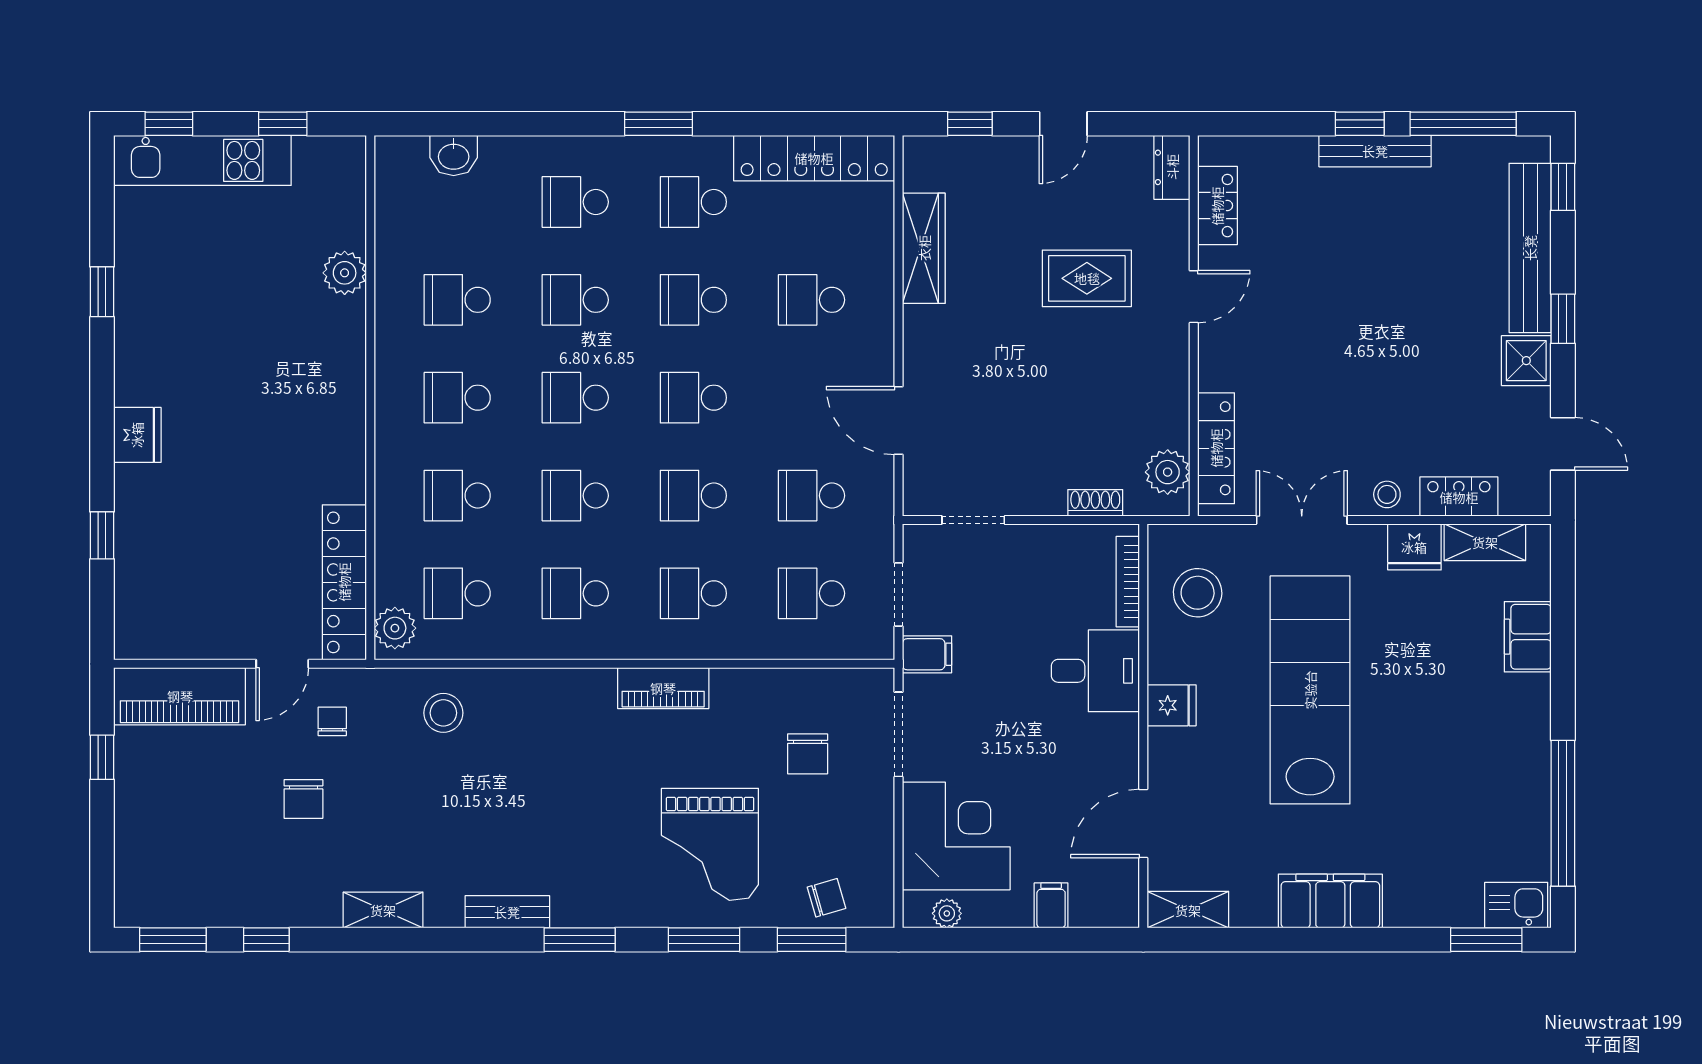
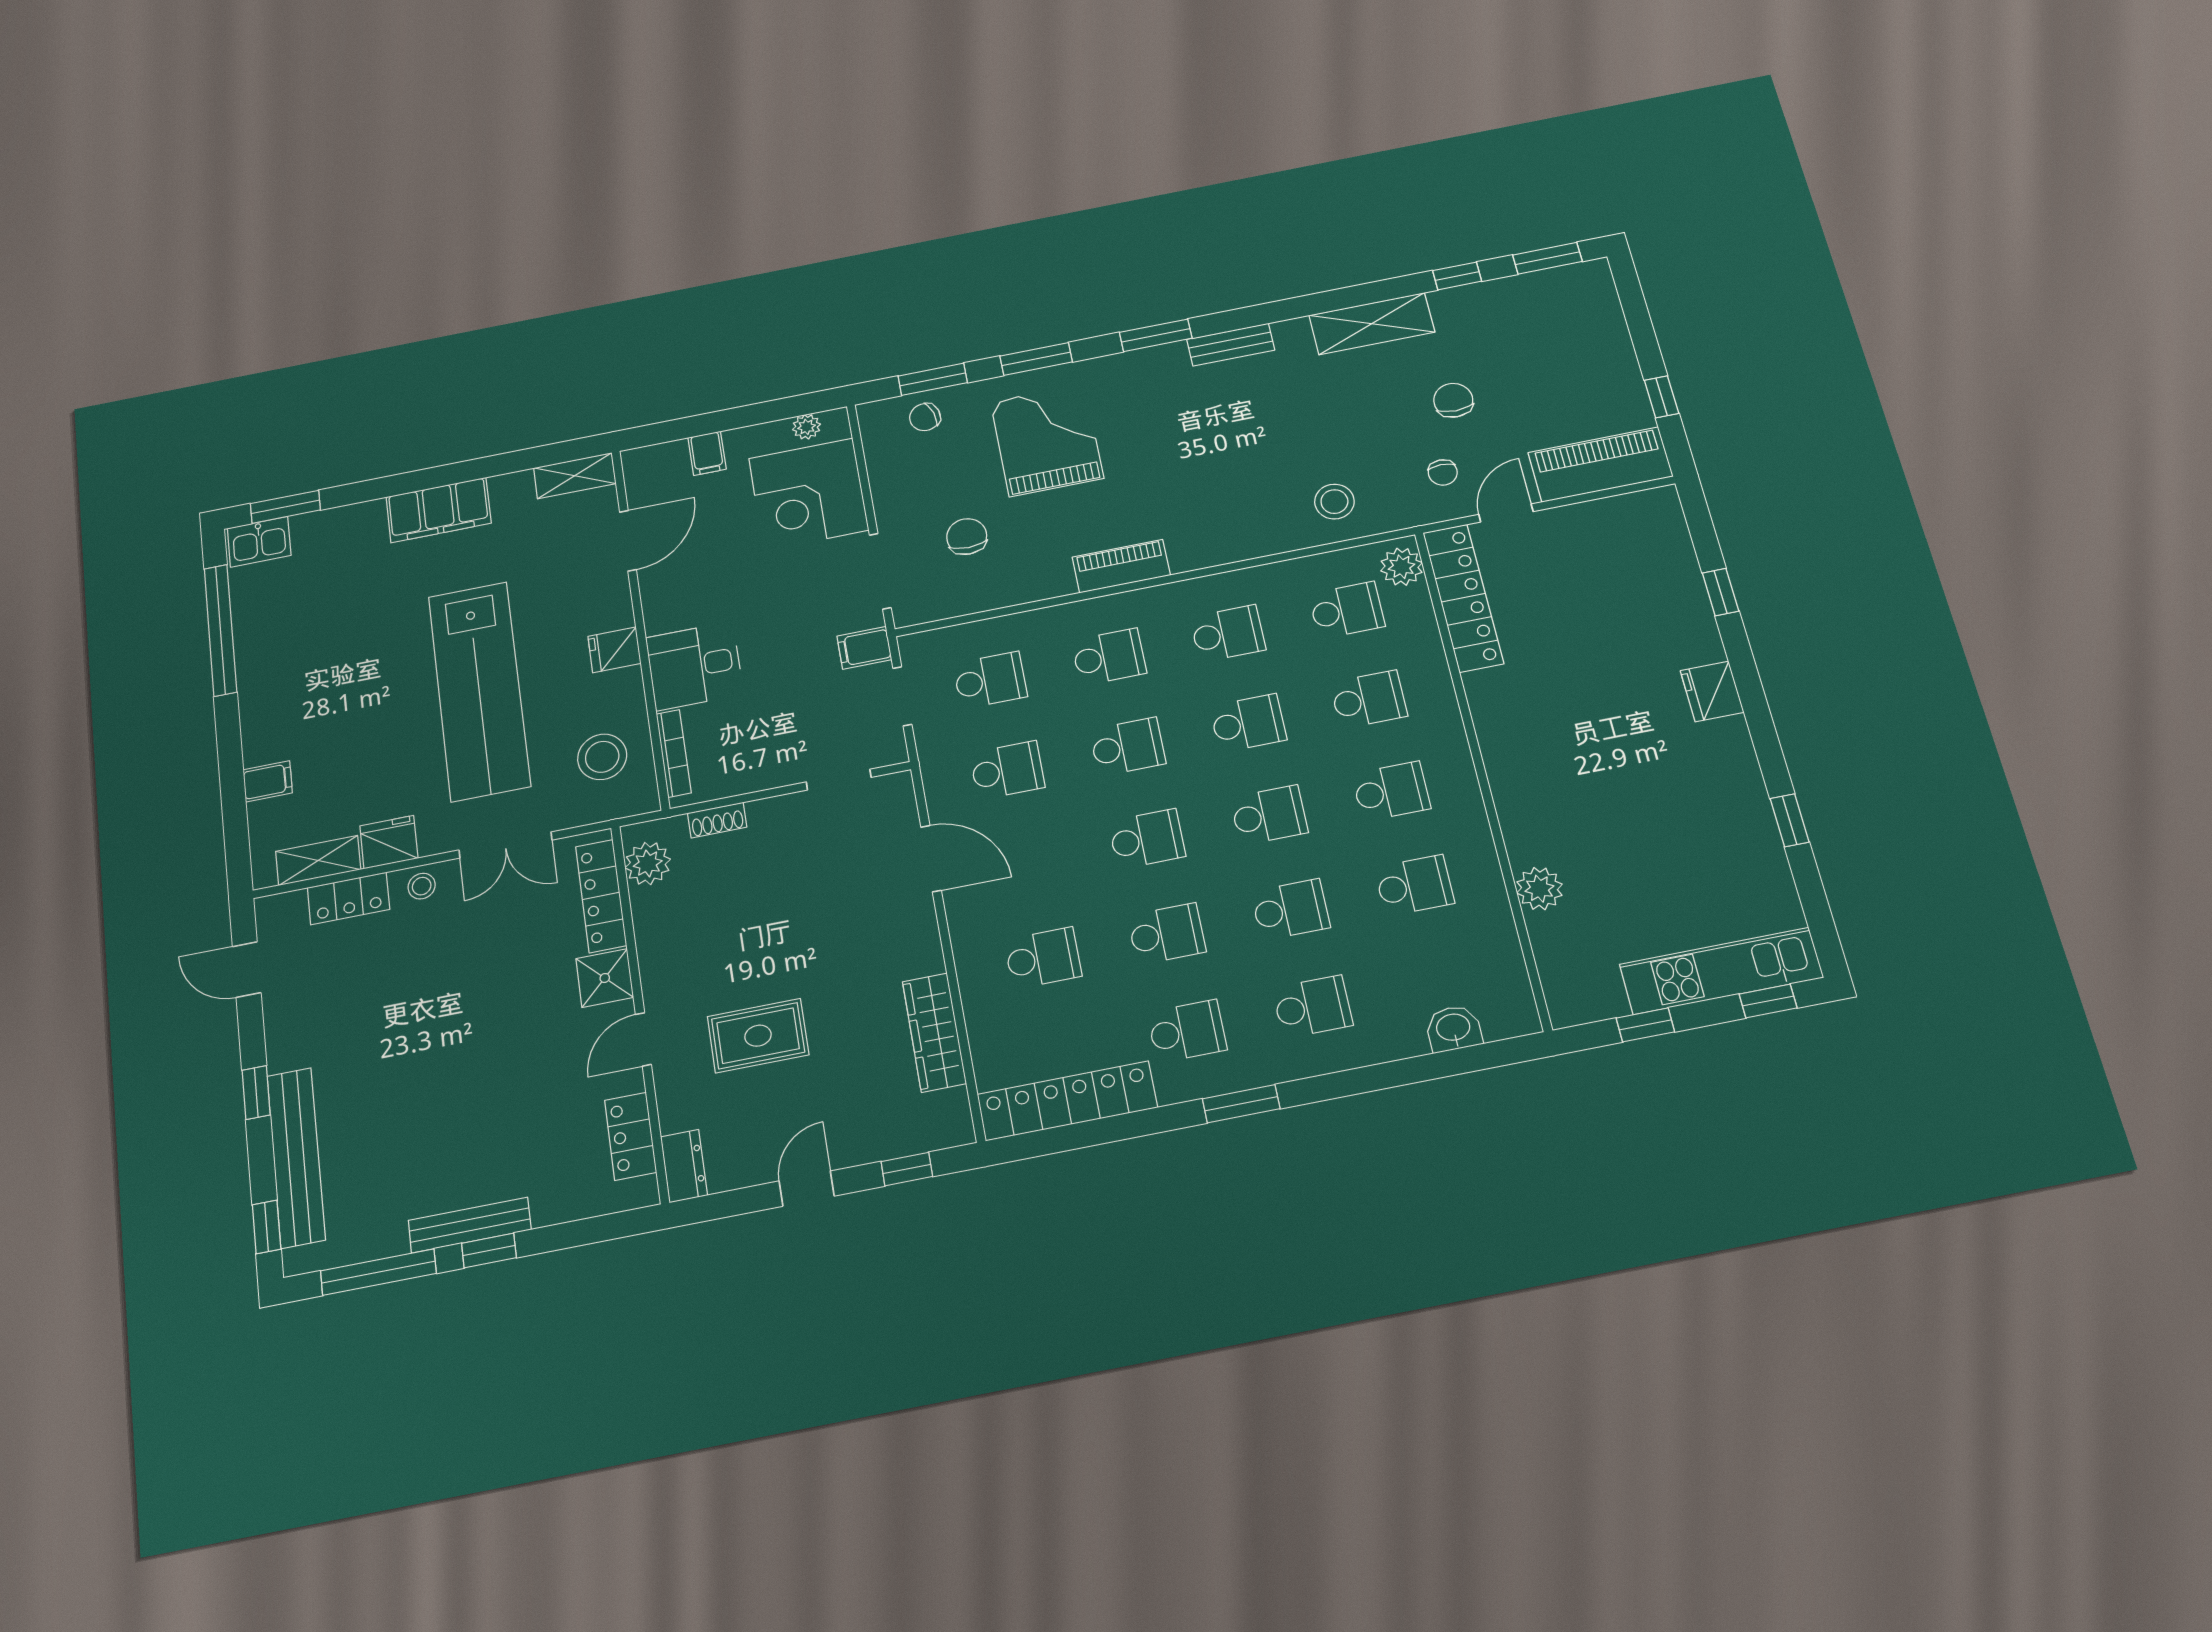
shower: (1526, 361) -> (605, 978), moved
filing cabinet: (1528, 637) -> (268, 781), width x0.50
shelving: (383, 910) -> (1372, 324), width x1.50, depth x1.33

